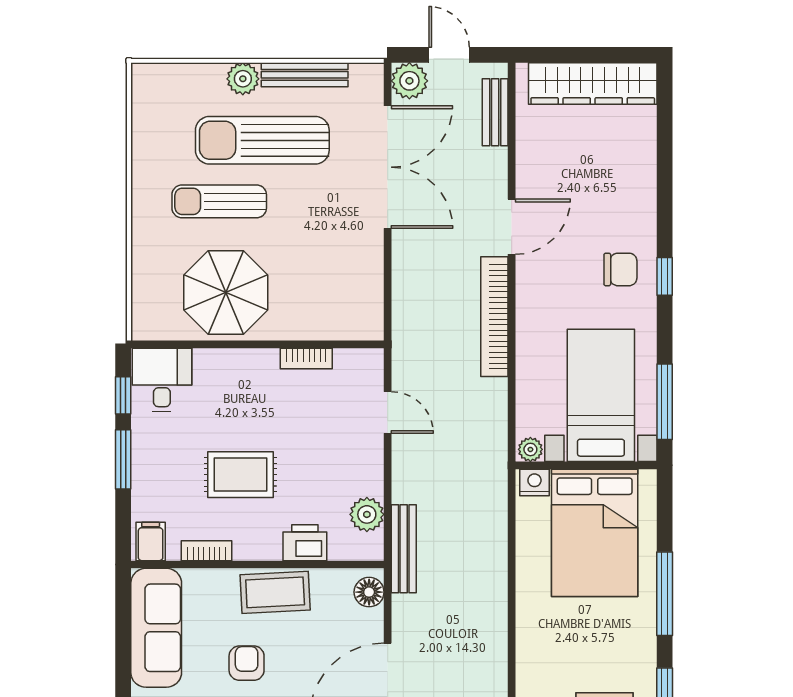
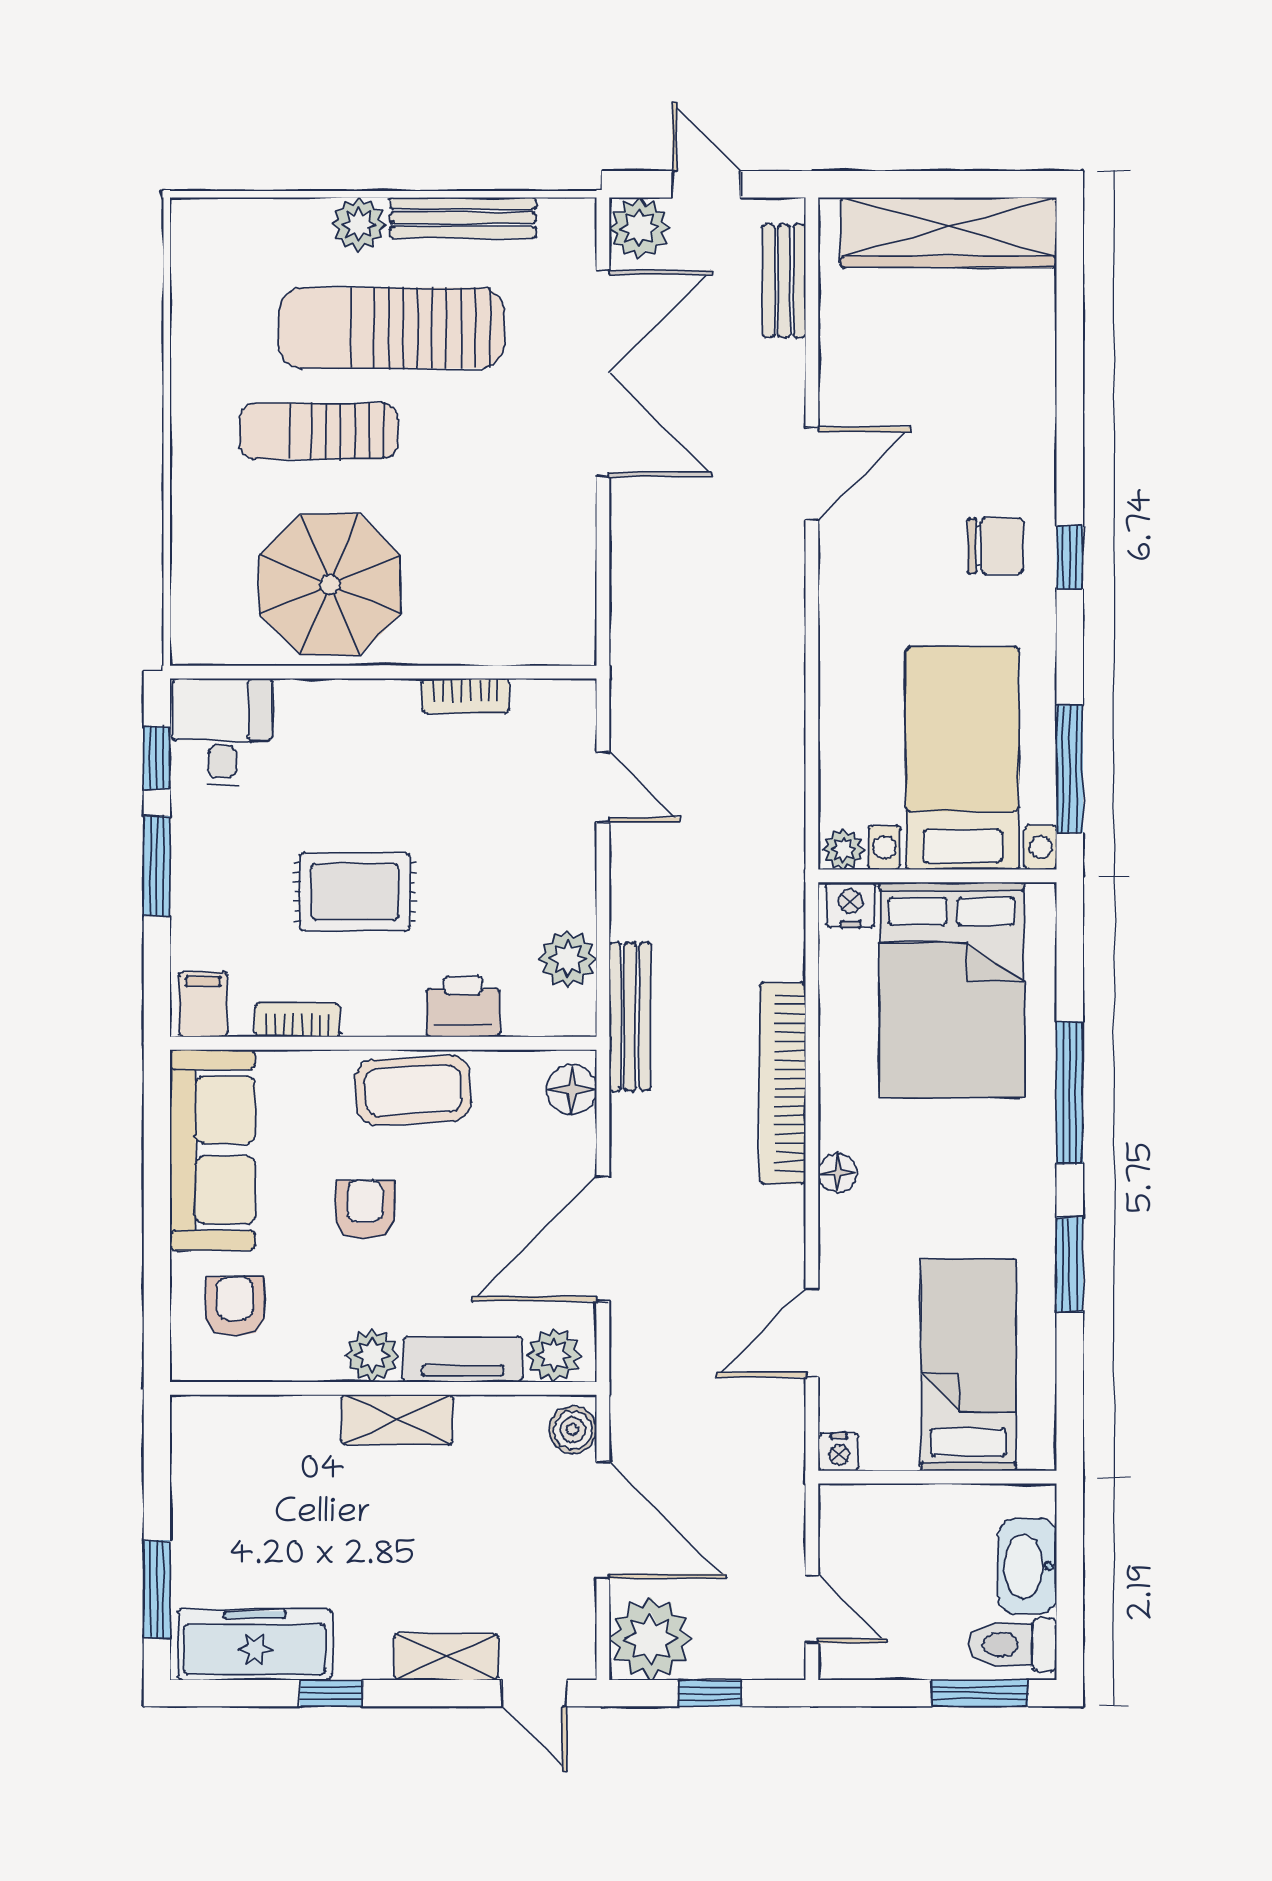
bookcase: (494, 317) -> (783, 1083), moved
floor lamp: (527, 641) -> (838, 1173), added

